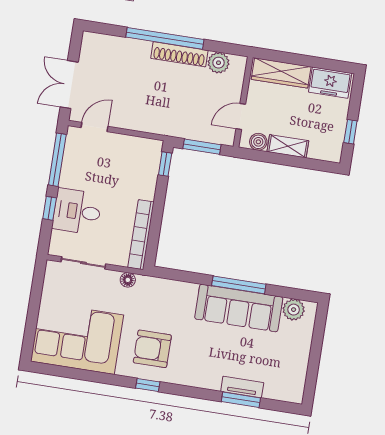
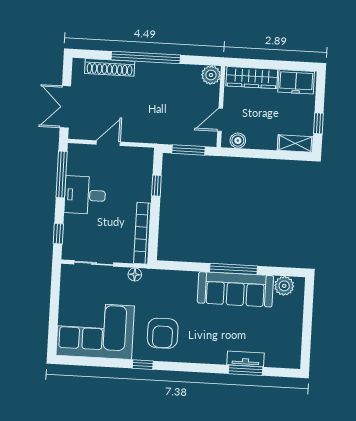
shoe rack: (179, 54) -> (110, 67), moved
plant: (218, 63) -> (211, 75), moved
door: (94, 127) -> (108, 143), moved
shelving: (288, 146) -> (295, 144), moved
window: (165, 164) -> (156, 186), moved
window: (50, 208) -> (58, 234), moved
desk: (77, 211) -> (85, 195), moved
armchair: (152, 349) -> (163, 333), turned -90
window: (148, 385) -> (143, 365), moved

